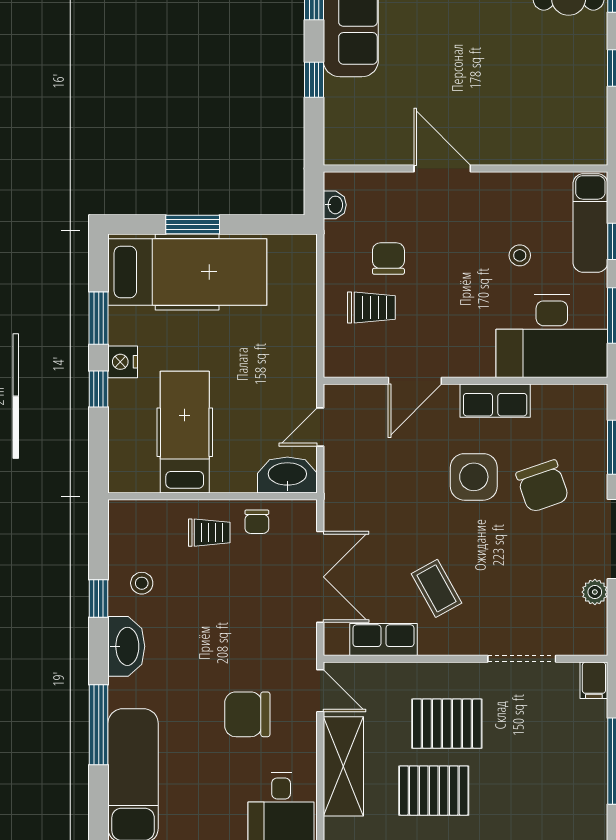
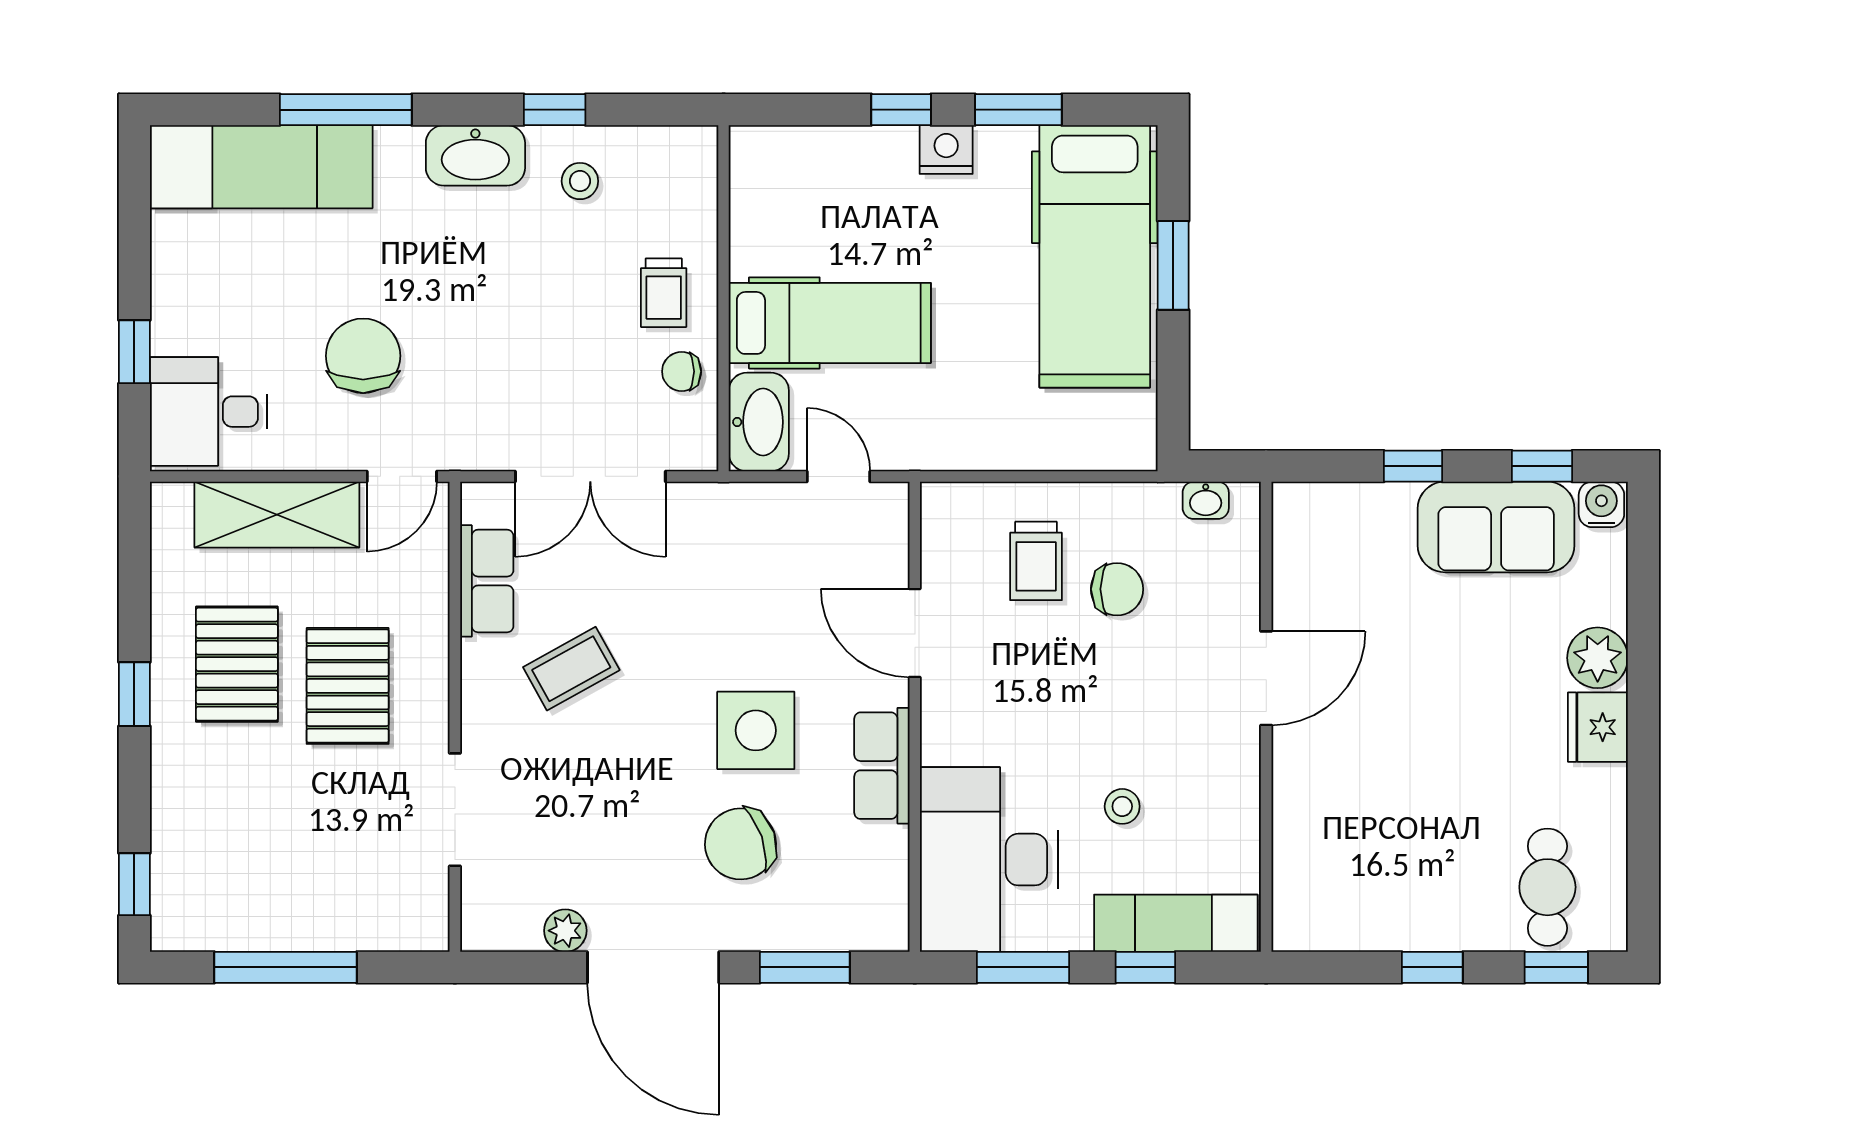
hospital bed: (185, 432) -> (830, 323), moved
filing cabinet: (594, 680) -> (419, 929), removed

